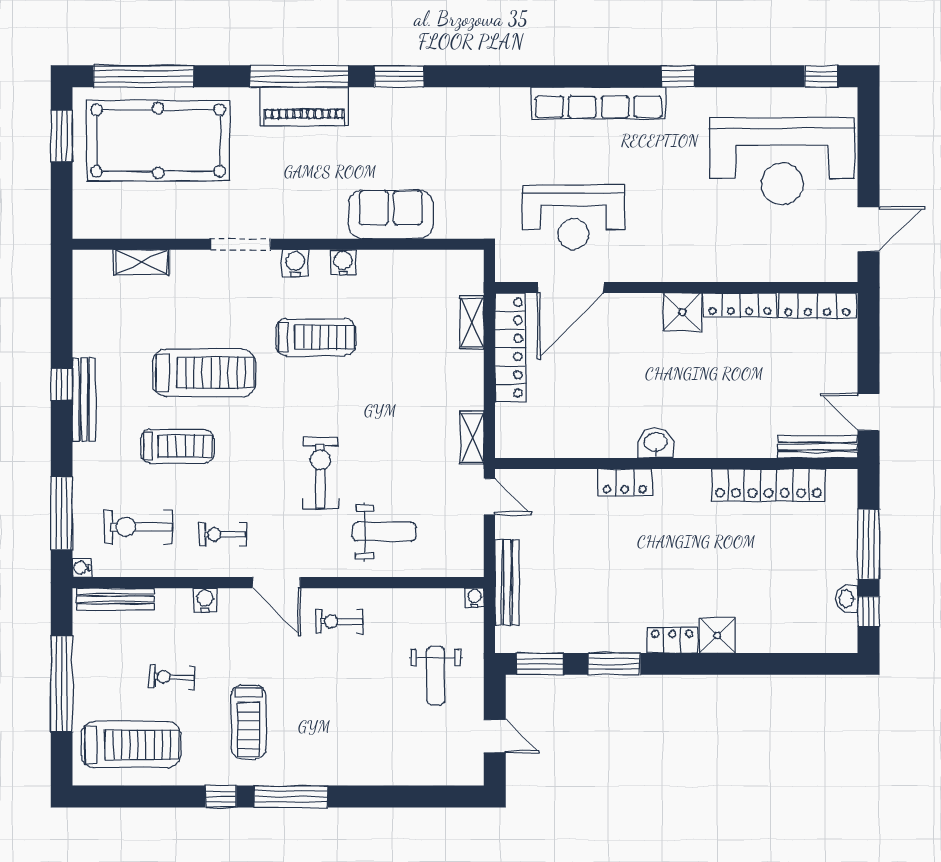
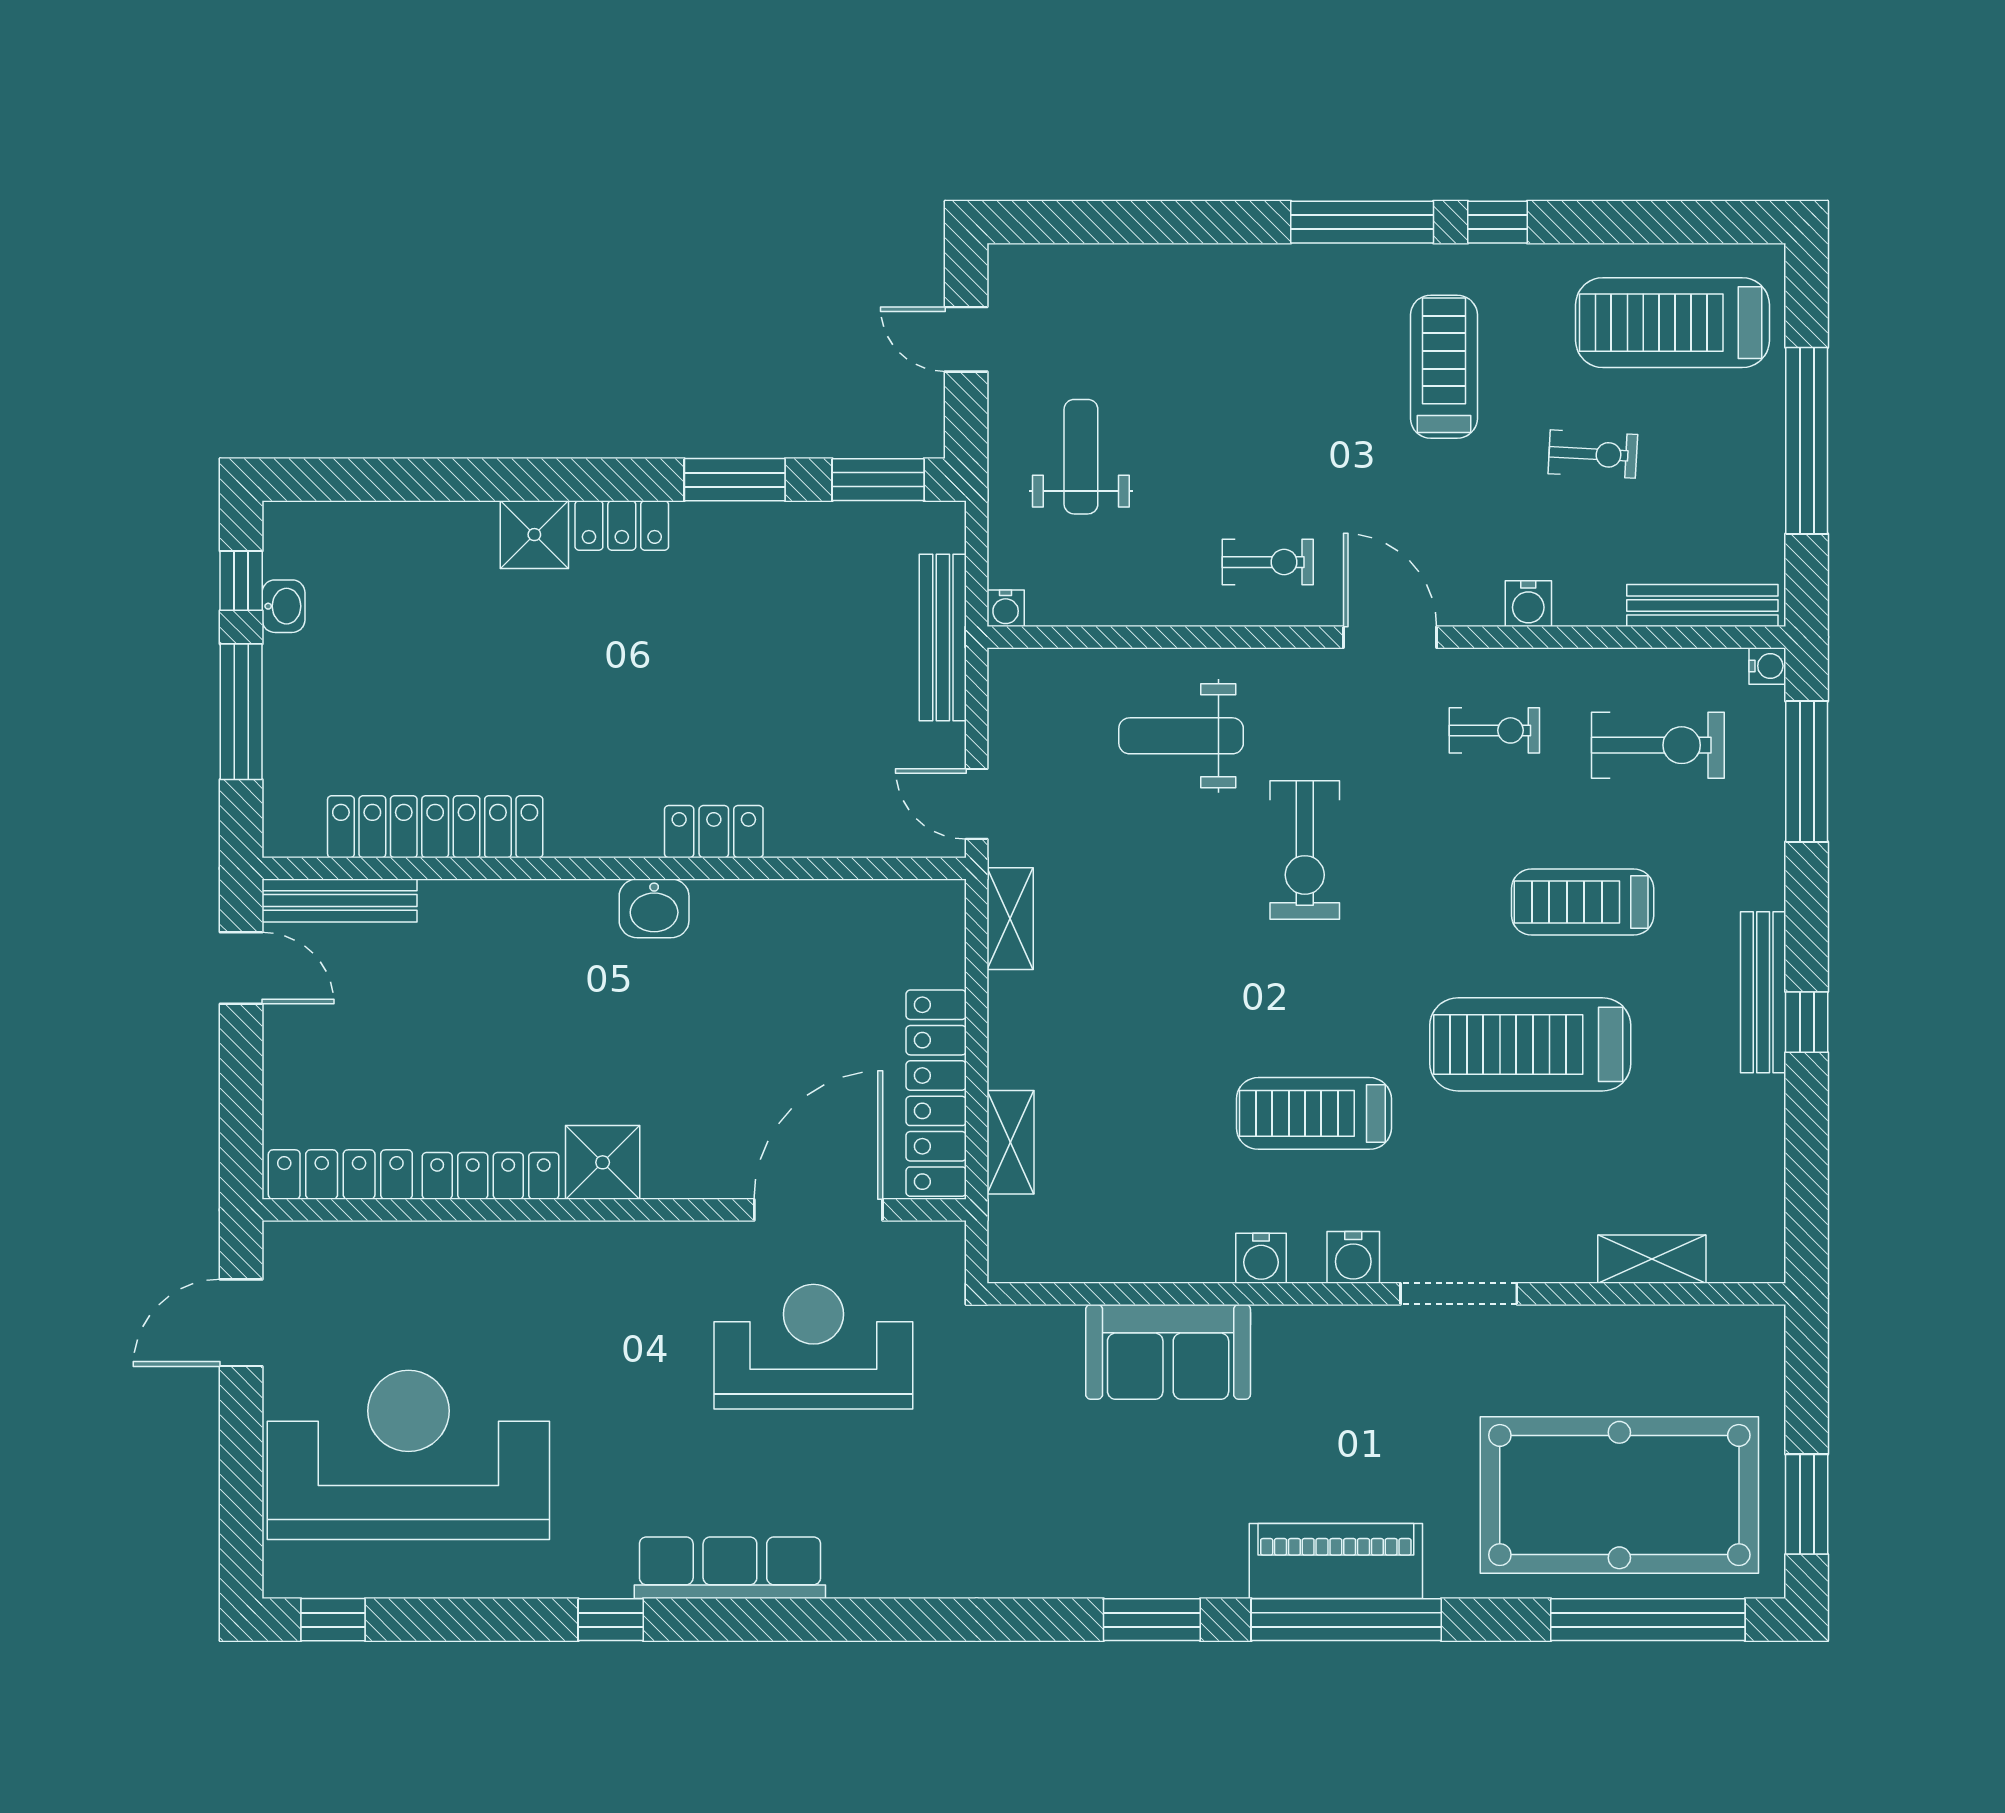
row of seats: (599, 103) -> (730, 1568), width x0.73

